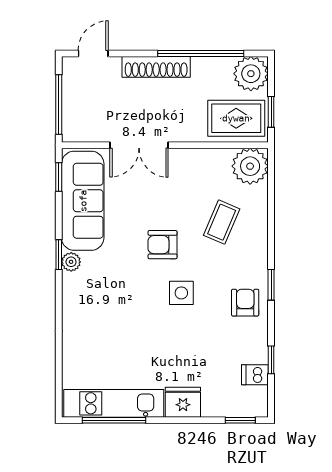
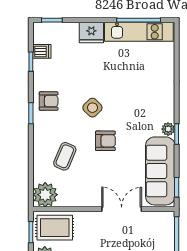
side table: (181, 293) -> (92, 108), turned 45
armchair: (245, 303) -> (49, 101), turned -90

